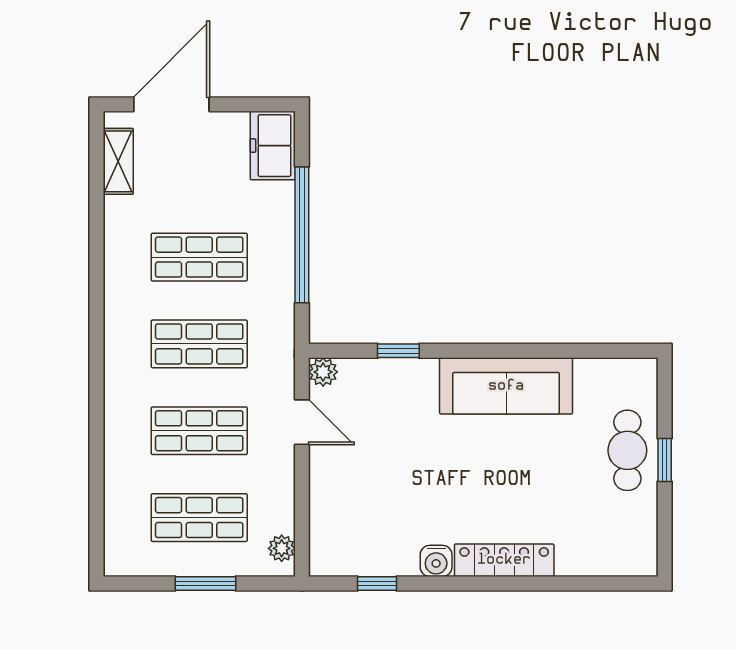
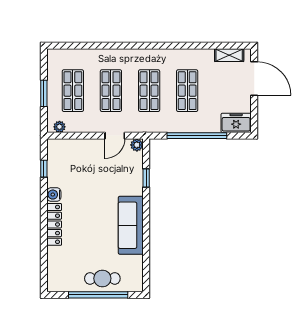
window: (665, 460) -> (98, 295), width x3.17

